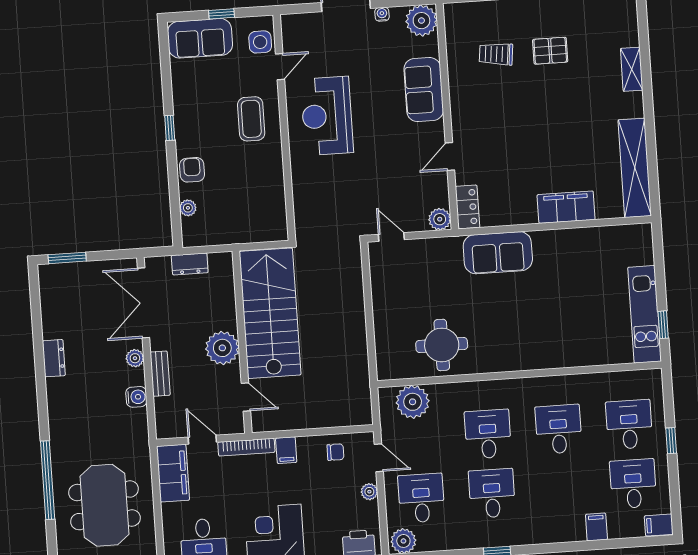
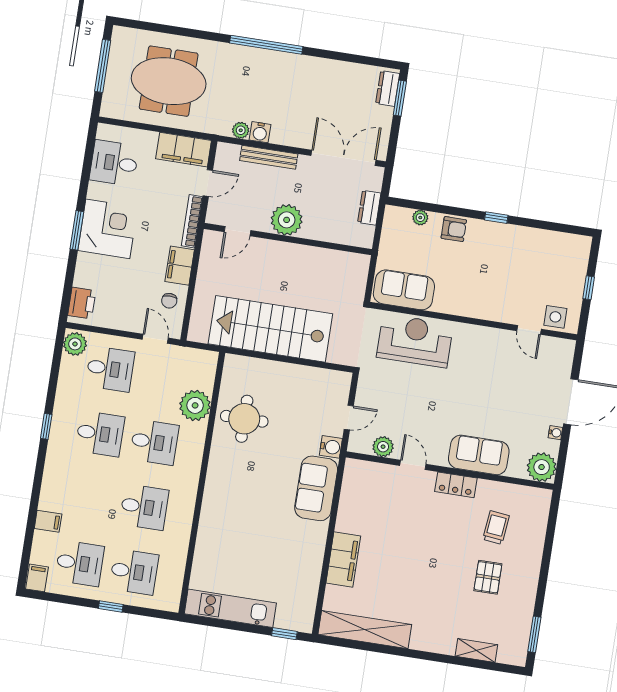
sofa: (200, 38) -> (404, 290), moved, turned 90
shelving: (632, 69) -> (476, 650), moved
reception desk: (327, 116) -> (415, 341), moved
coffee table: (251, 119) -> (488, 293), removed
locker: (467, 207) -> (456, 485), moved
plant: (440, 219) -> (383, 447), moved
door: (391, 237) -> (349, 418), moved
water cooler: (451, 247) -> (331, 447), added
stairs: (270, 313) -> (270, 329), moved, turned 180
window: (663, 325) -> (284, 634), moved
dresser: (54, 358) -> (388, 88), moved, turned 90
plant: (135, 358) -> (241, 130), moved
bench: (160, 374) -> (269, 157), width x1.36
plant: (413, 402) -> (195, 405), moved
filing cabinet: (286, 450) -> (180, 266), width x2.00
door: (379, 458) -> (155, 339), swing flipped
window: (48, 480) -> (266, 45), moved
plant: (369, 492) -> (127, 323), removed

